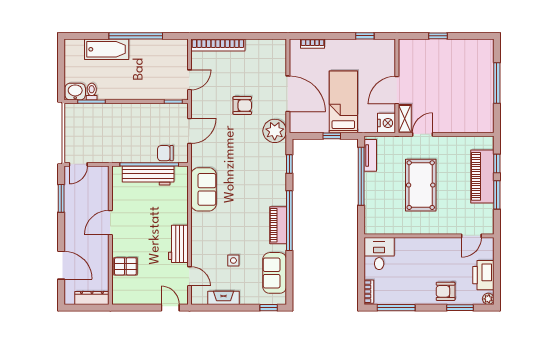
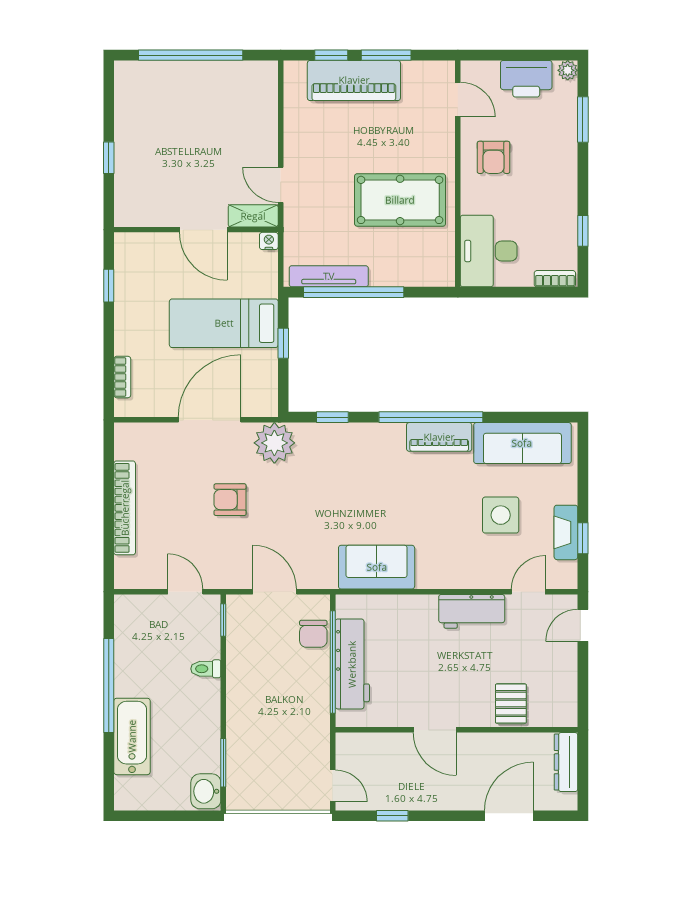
bookcase: (218, 45) -> (125, 508), moved
window: (497, 83) -> (191, 55), width x1.46
toilet: (92, 92) -> (206, 669), moved
armchair: (242, 105) -> (230, 500), turned -90
nightstand: (386, 123) -> (269, 241), width x0.53, depth x0.56
tv unit: (370, 155) -> (329, 276), width x1.41
pool table: (421, 185) -> (400, 200), moved
window: (61, 198) -> (392, 816), width x0.67
desk: (379, 254) -> (489, 251), width x1.37
side table: (233, 260) -> (501, 515), width x1.87, depth x1.87
sofa: (275, 273) -> (522, 443), width x1.36
armchair: (446, 291) -> (493, 157), moved
window: (269, 308) -> (583, 538), moved
window: (396, 308) -> (583, 231), width x0.46

